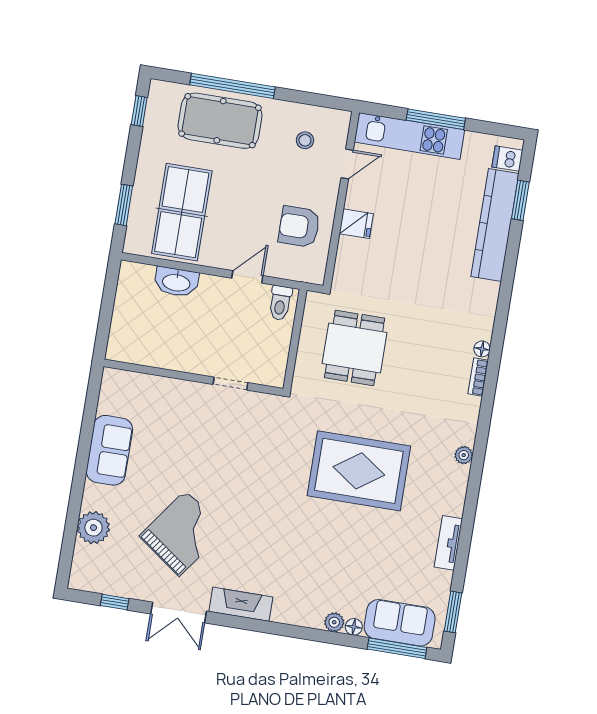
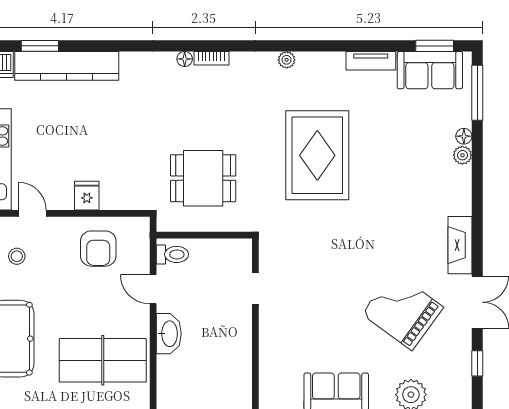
washbasin: (176, 282) -> (169, 334), moved
sofa: (400, 623) -> (430, 70), moved, turned -90

